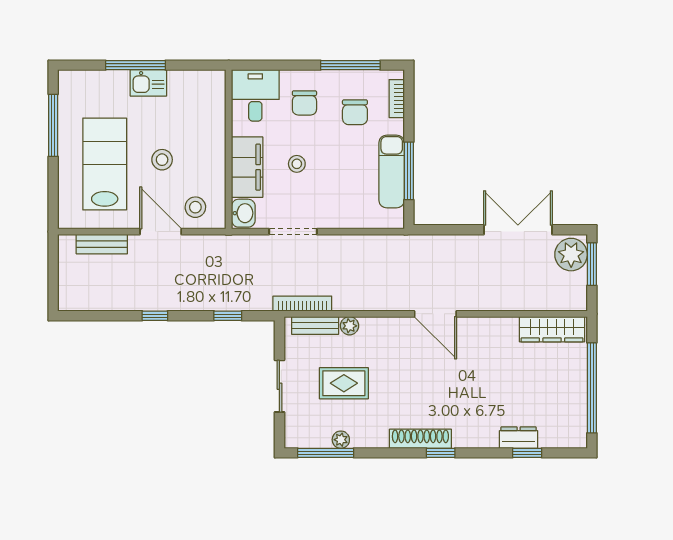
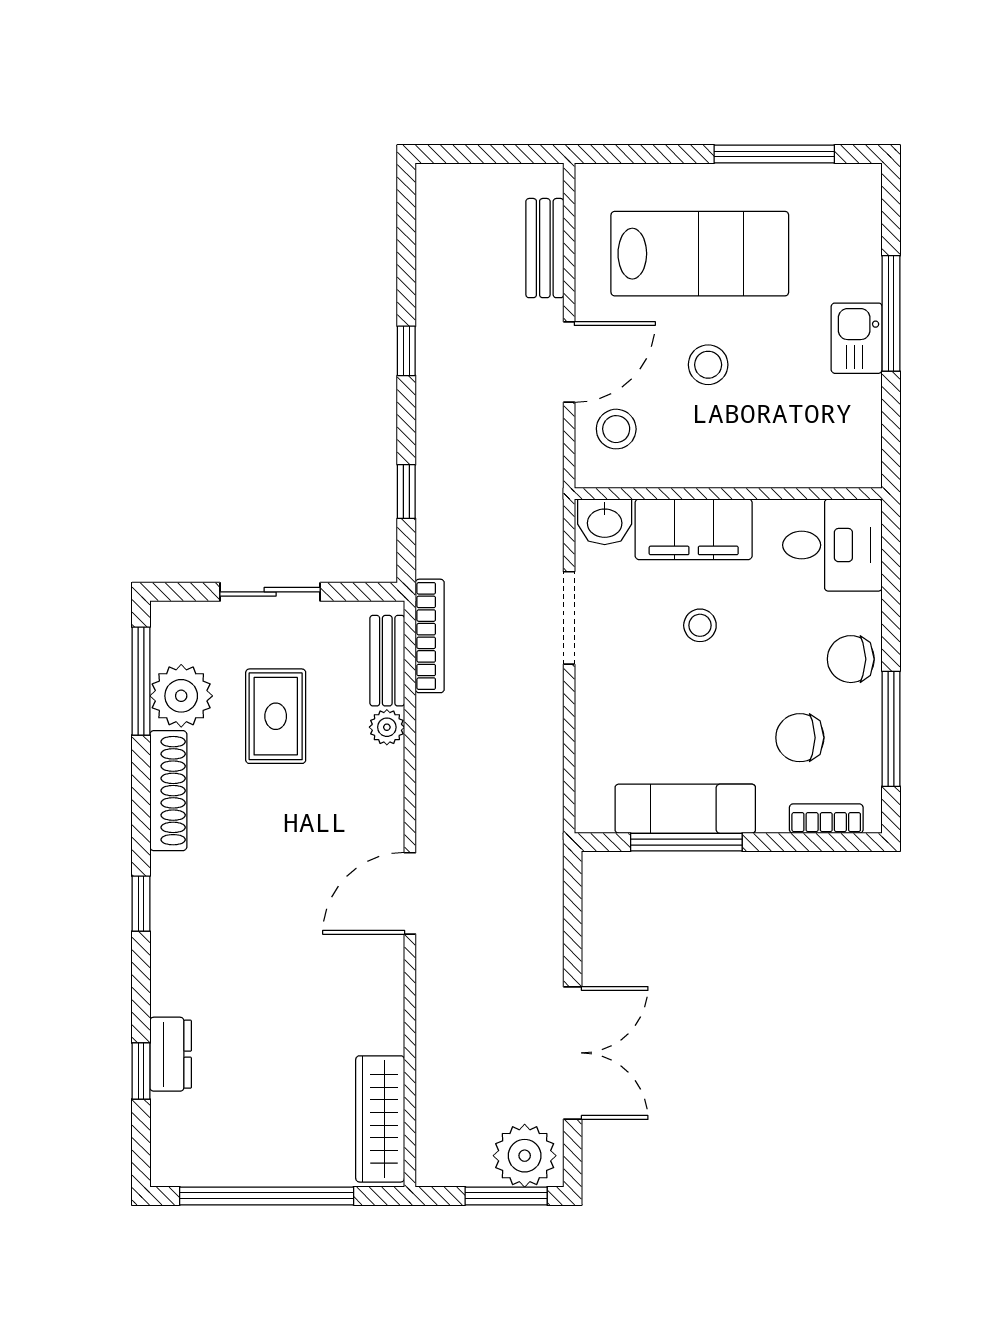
chair: (304, 103) -> (851, 659), moved
shoe rack: (420, 439) -> (168, 791), moved
plant: (341, 440) -> (181, 696), width x1.88, depth x1.88

